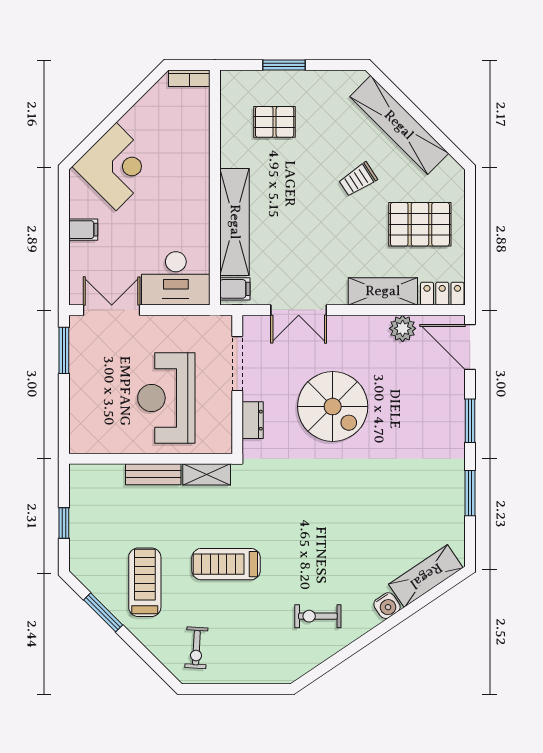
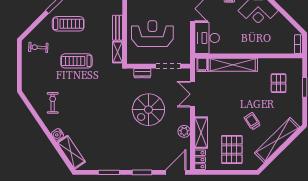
plant: (403, 328) -> (184, 131), moved
treadmill: (226, 564) -> (76, 61), turned -90

